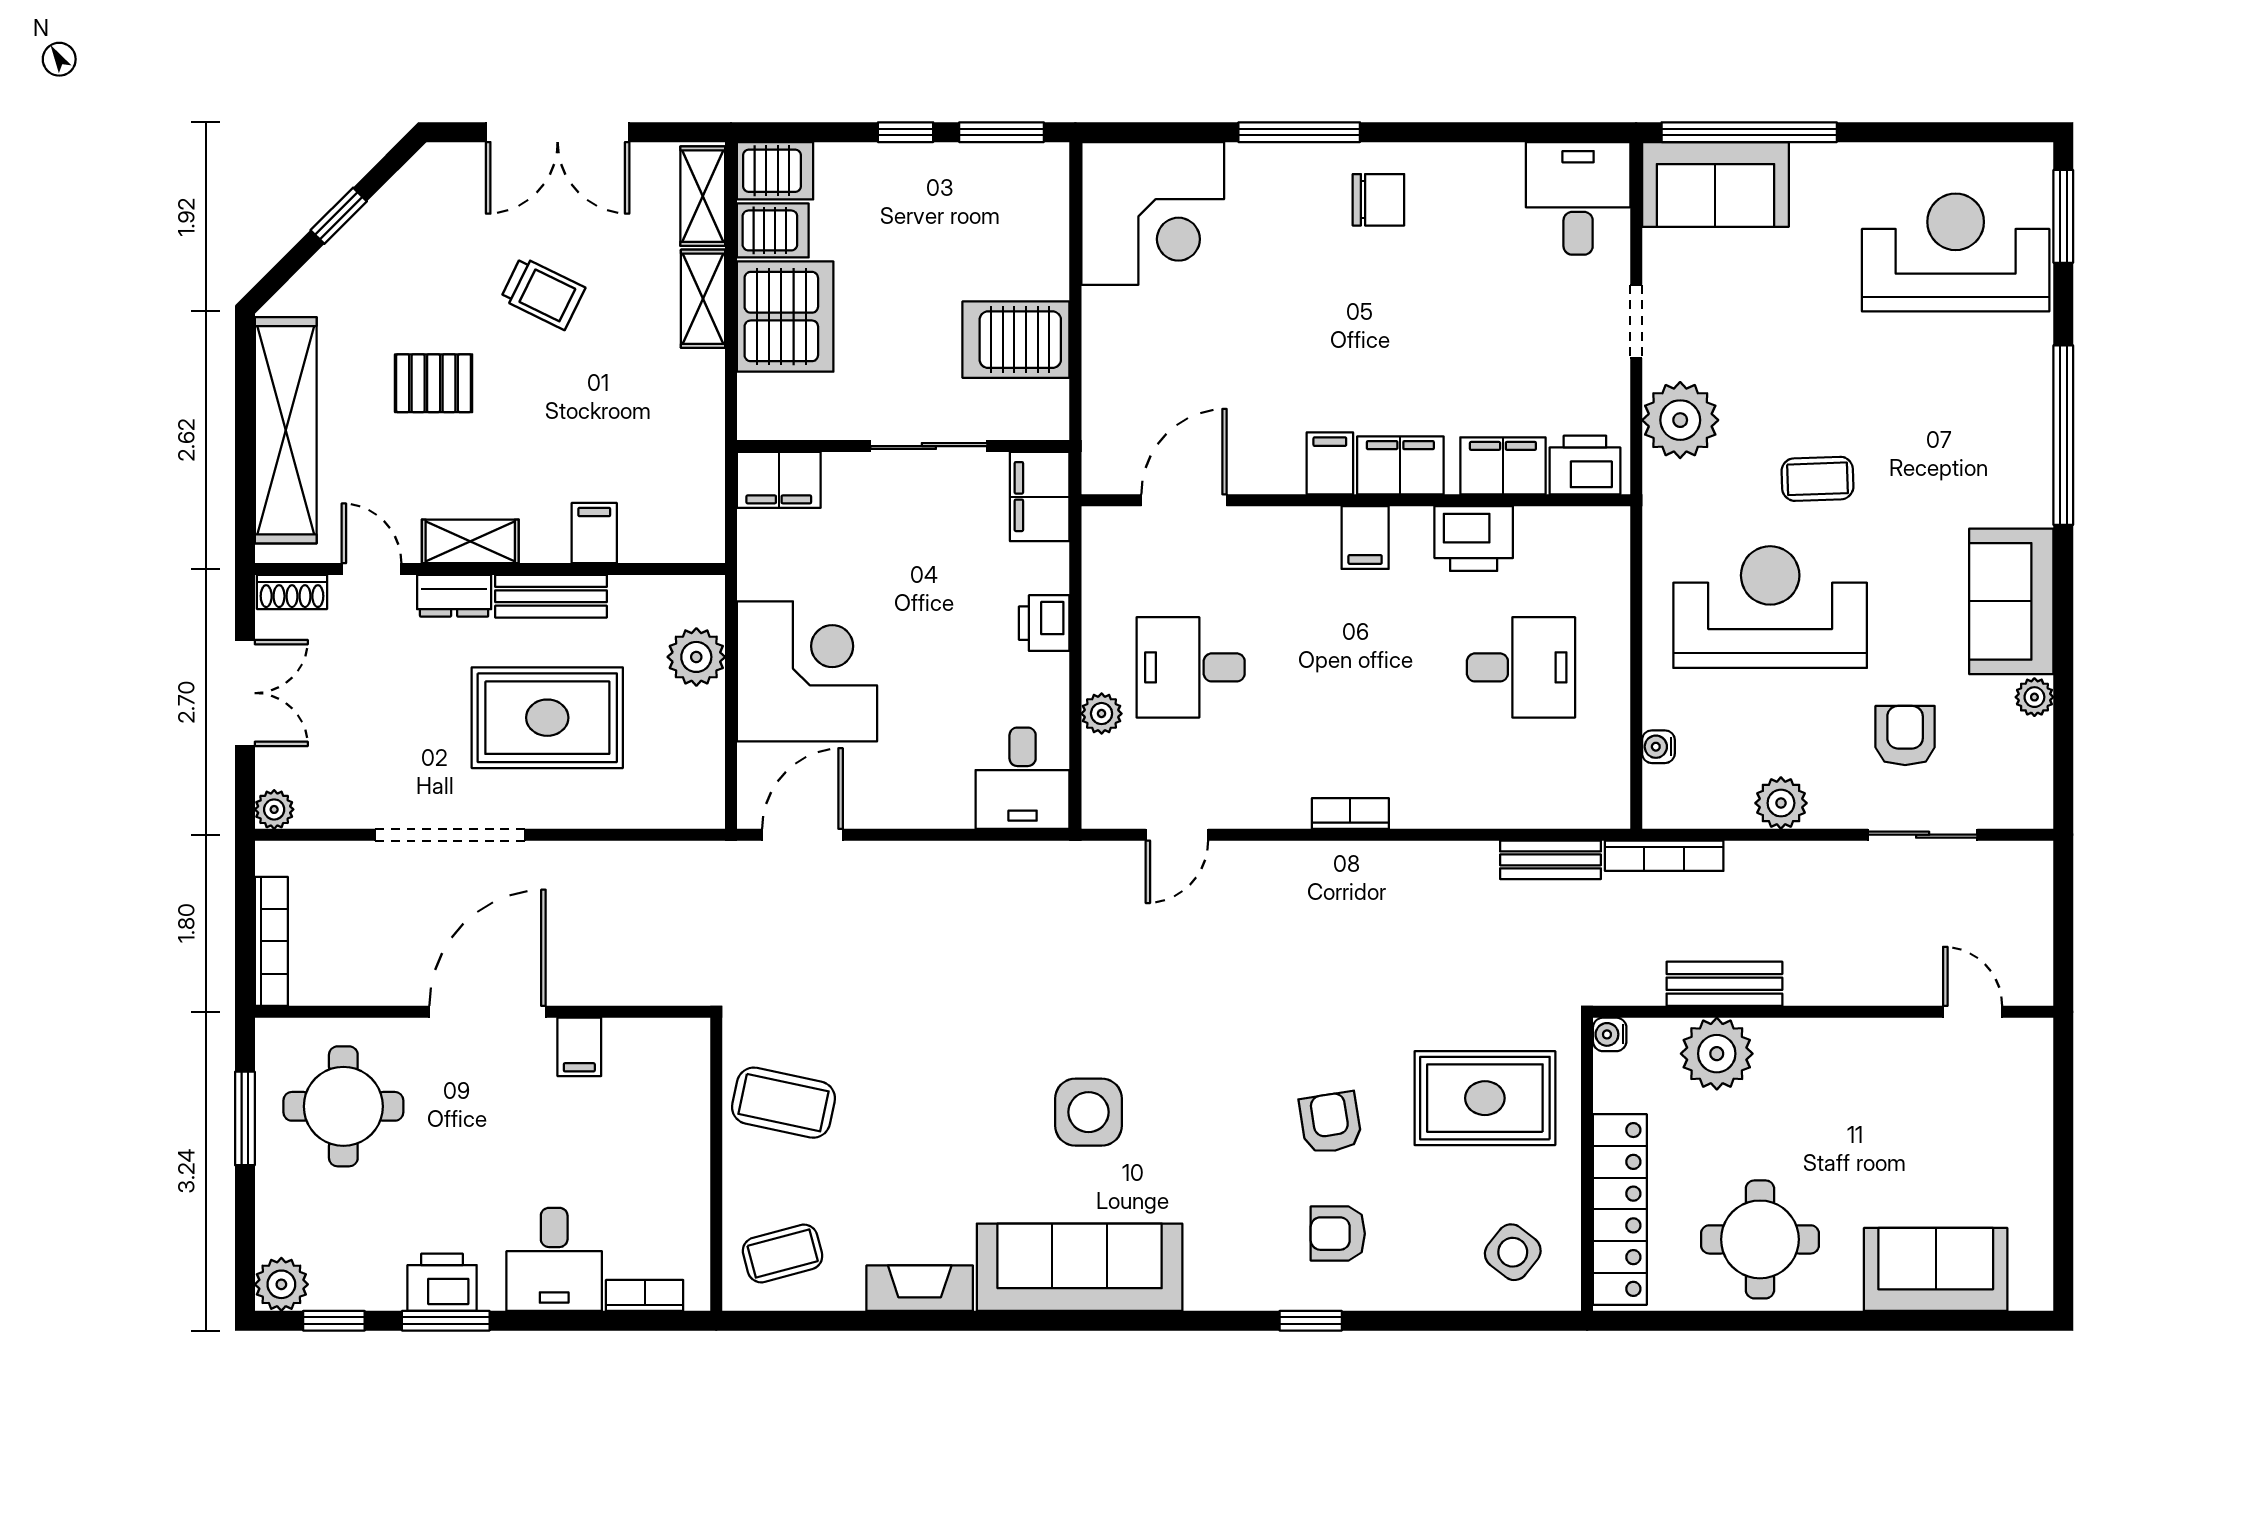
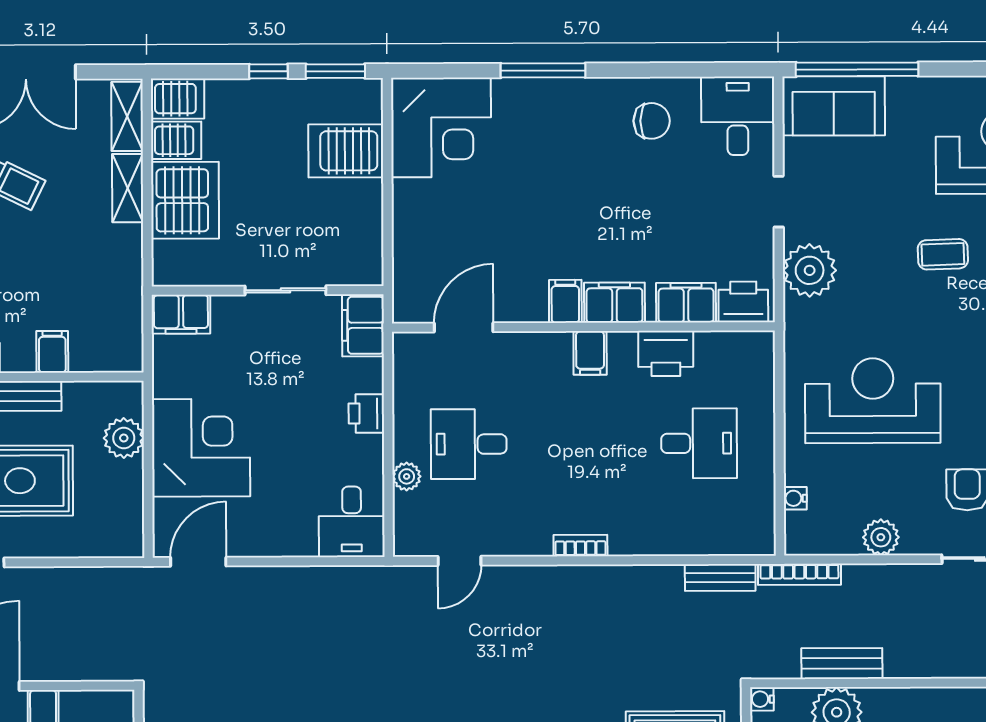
chair: (1378, 200) -> (652, 121), moved
server rack: (1016, 340) -> (346, 151), moved
coffee table: (1817, 479) -> (943, 254), moved

